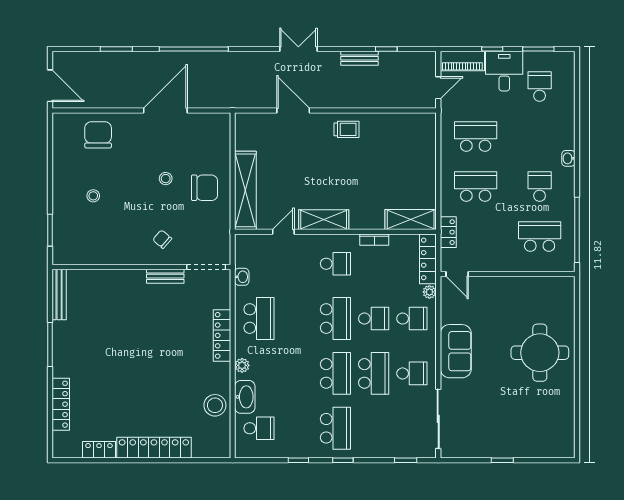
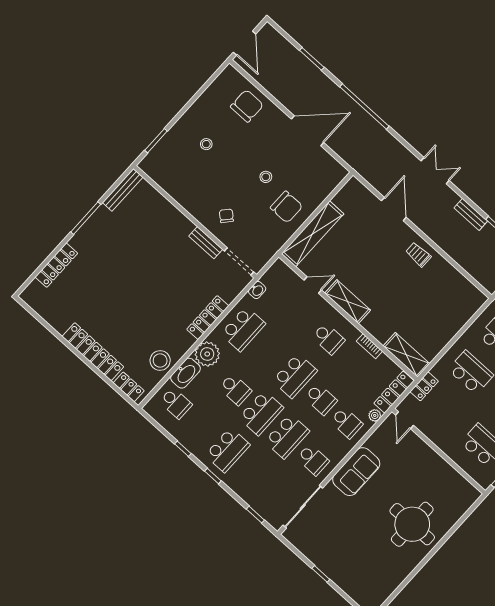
trolley: (346, 129) -> (418, 255), turned 180
plant: (242, 365) -> (207, 354), width x1.88, depth x1.88
school desk: (297, 373) -> (235, 389), added
locker: (99, 450) -> (129, 387), moved

